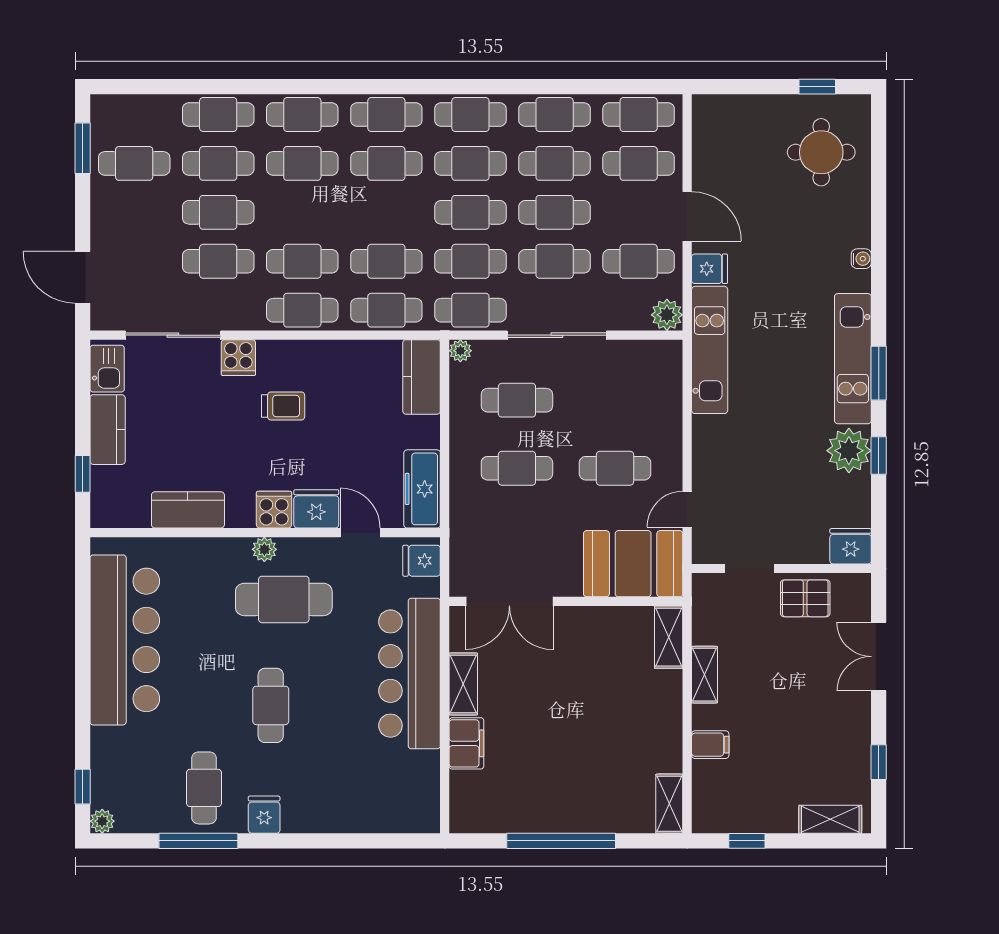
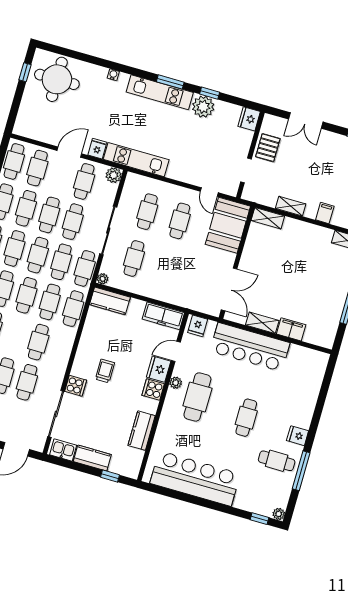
round table: (821, 152) -> (57, 79), width x1.36, depth x1.36
cafe table: (302, 310) -> (26, 295), moved
cafe table: (517, 468) -> (147, 212), moved
plant: (264, 549) -> (176, 383), moved
cafe table: (271, 705) -> (246, 418), turned 90

